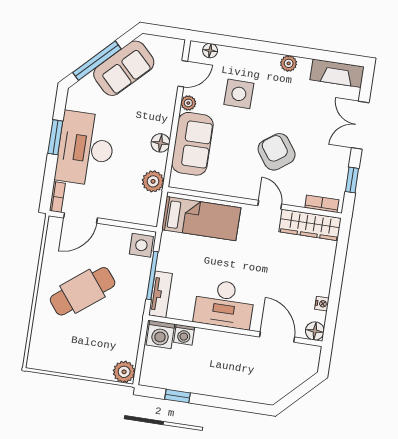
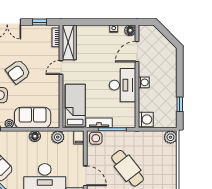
armchair: (277, 152) -> (18, 72), moved
filing cabinet: (147, 217) -> (79, 137), added
tv unit: (160, 294) -> (99, 123), moved
washing machine: (184, 335) -> (144, 82), moved

